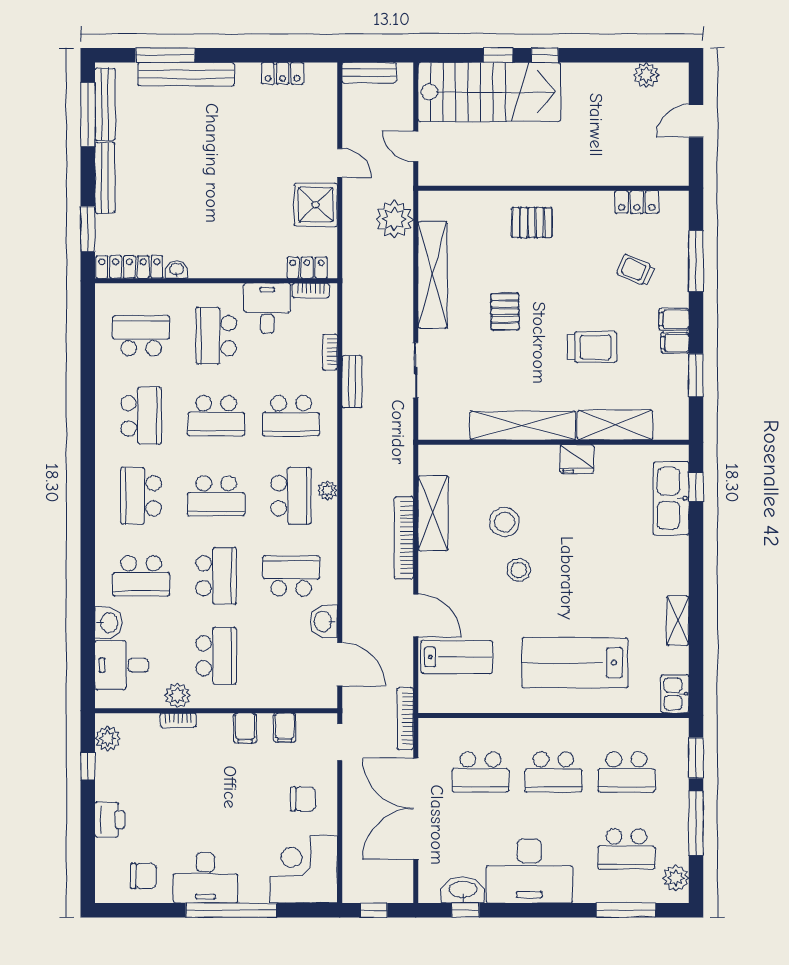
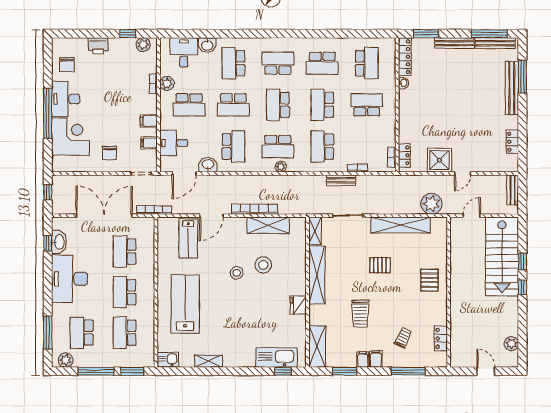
desk: (267, 308) -> (174, 143), moved, turned 180
shelving: (615, 425) -> (317, 346), moved
shelving: (443, 429) -> (315, 231), added
corner desk: (304, 869) -> (70, 137), moved

